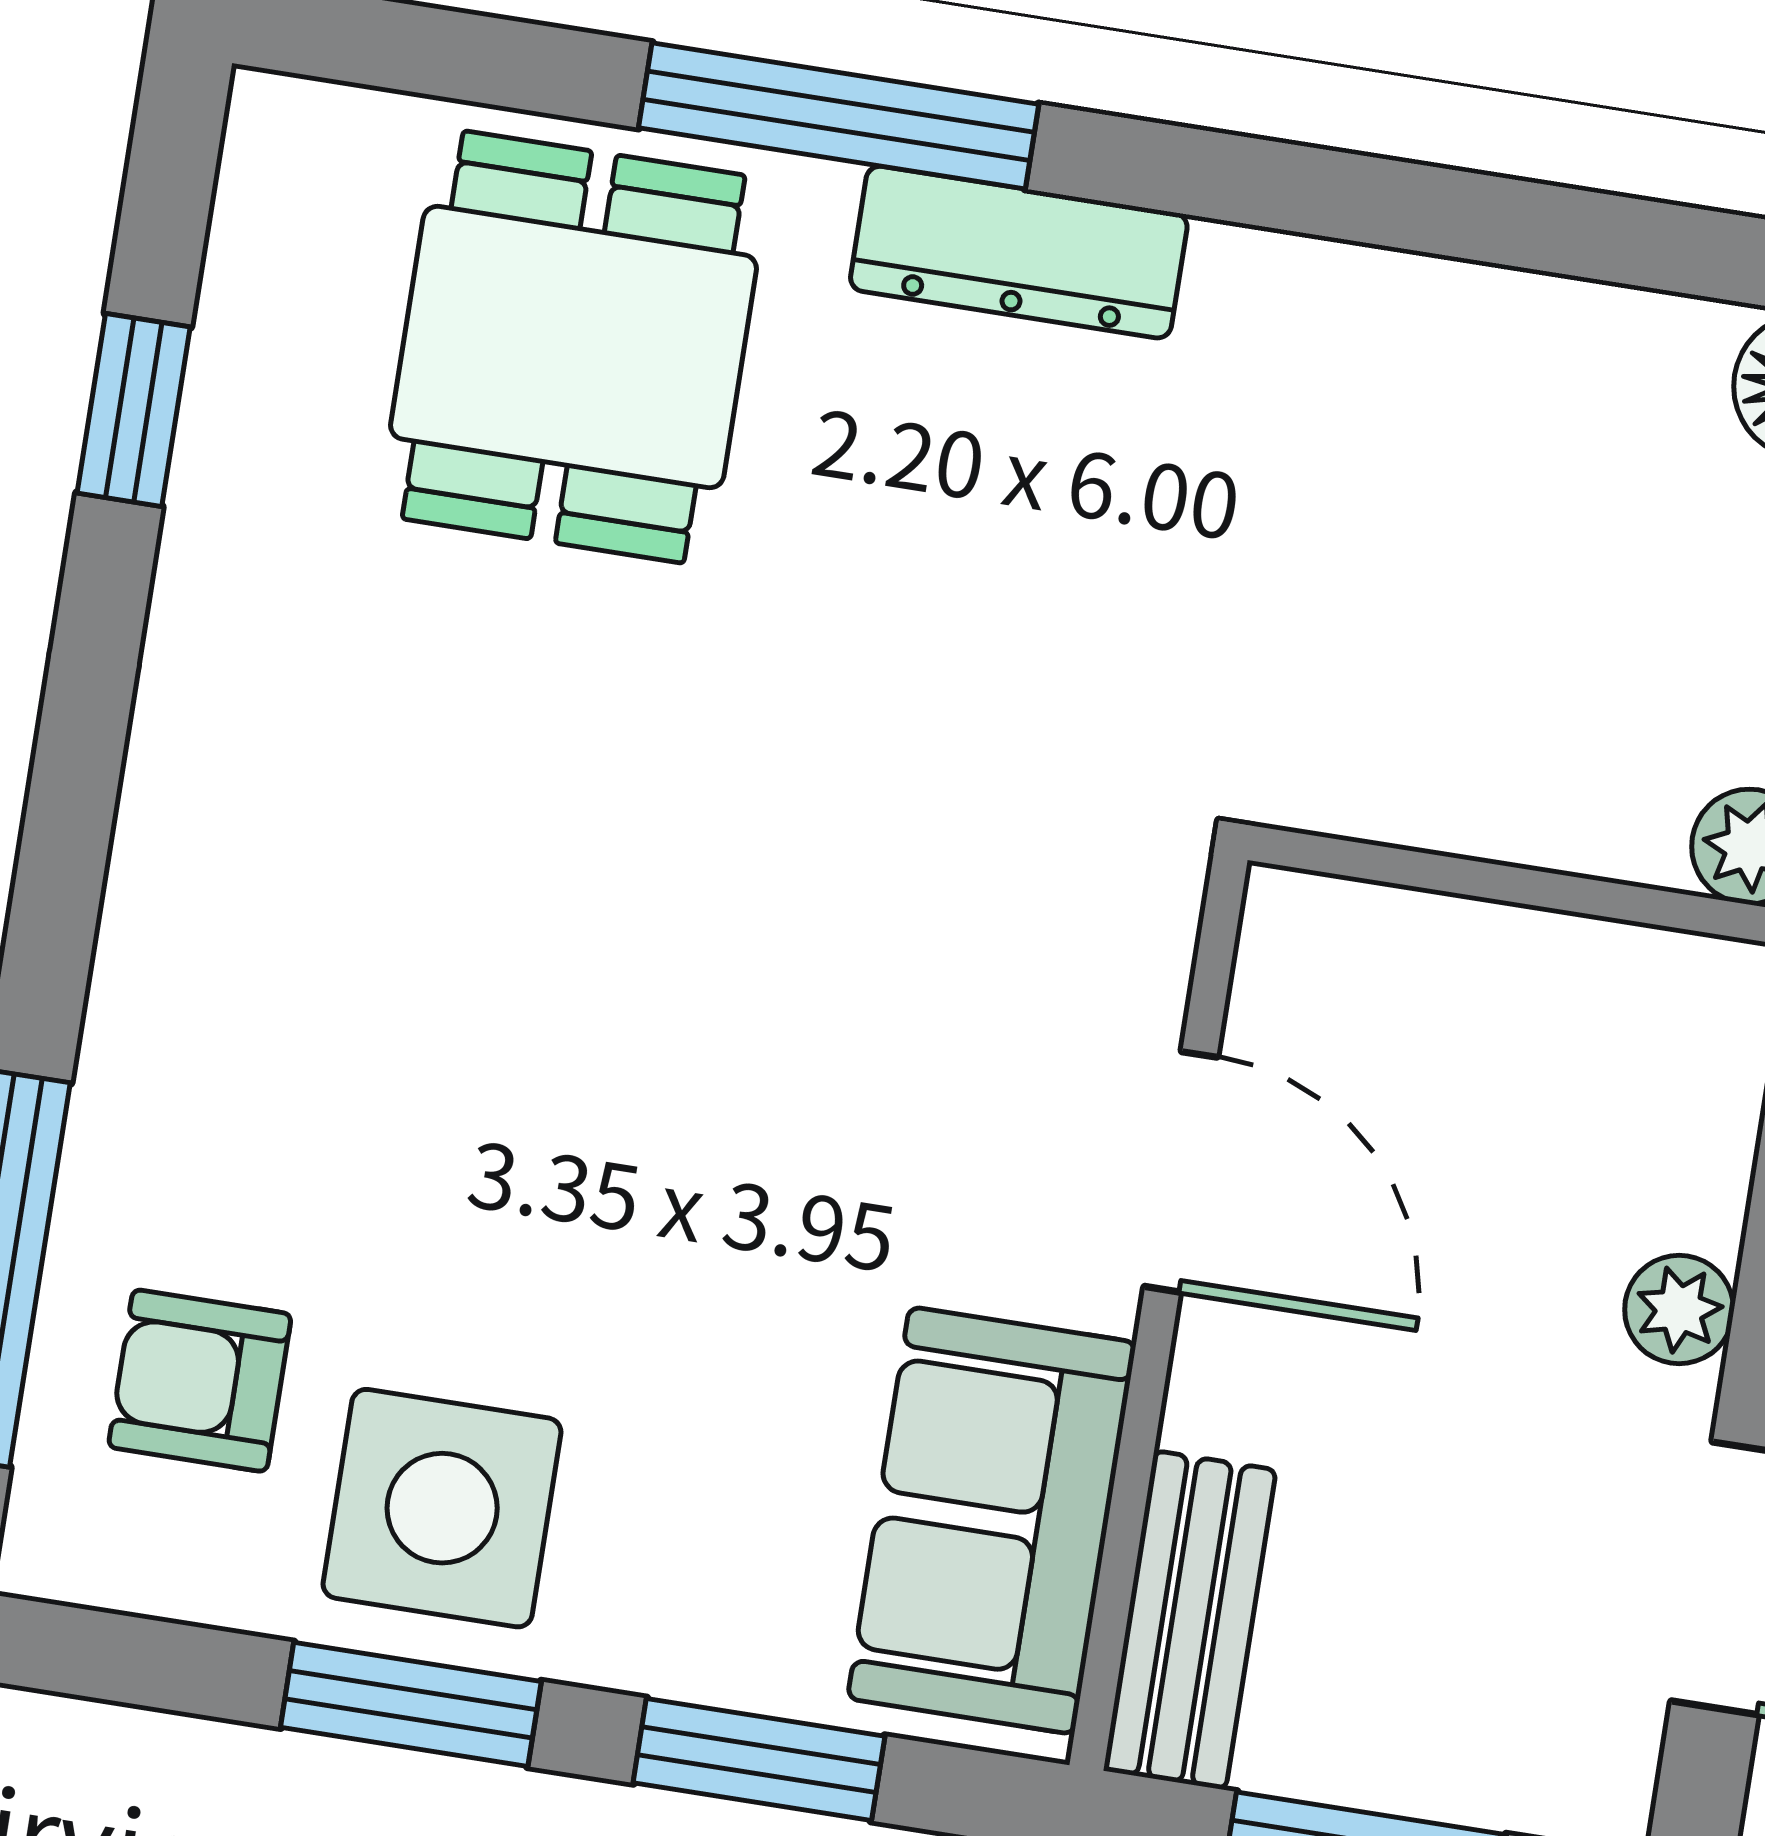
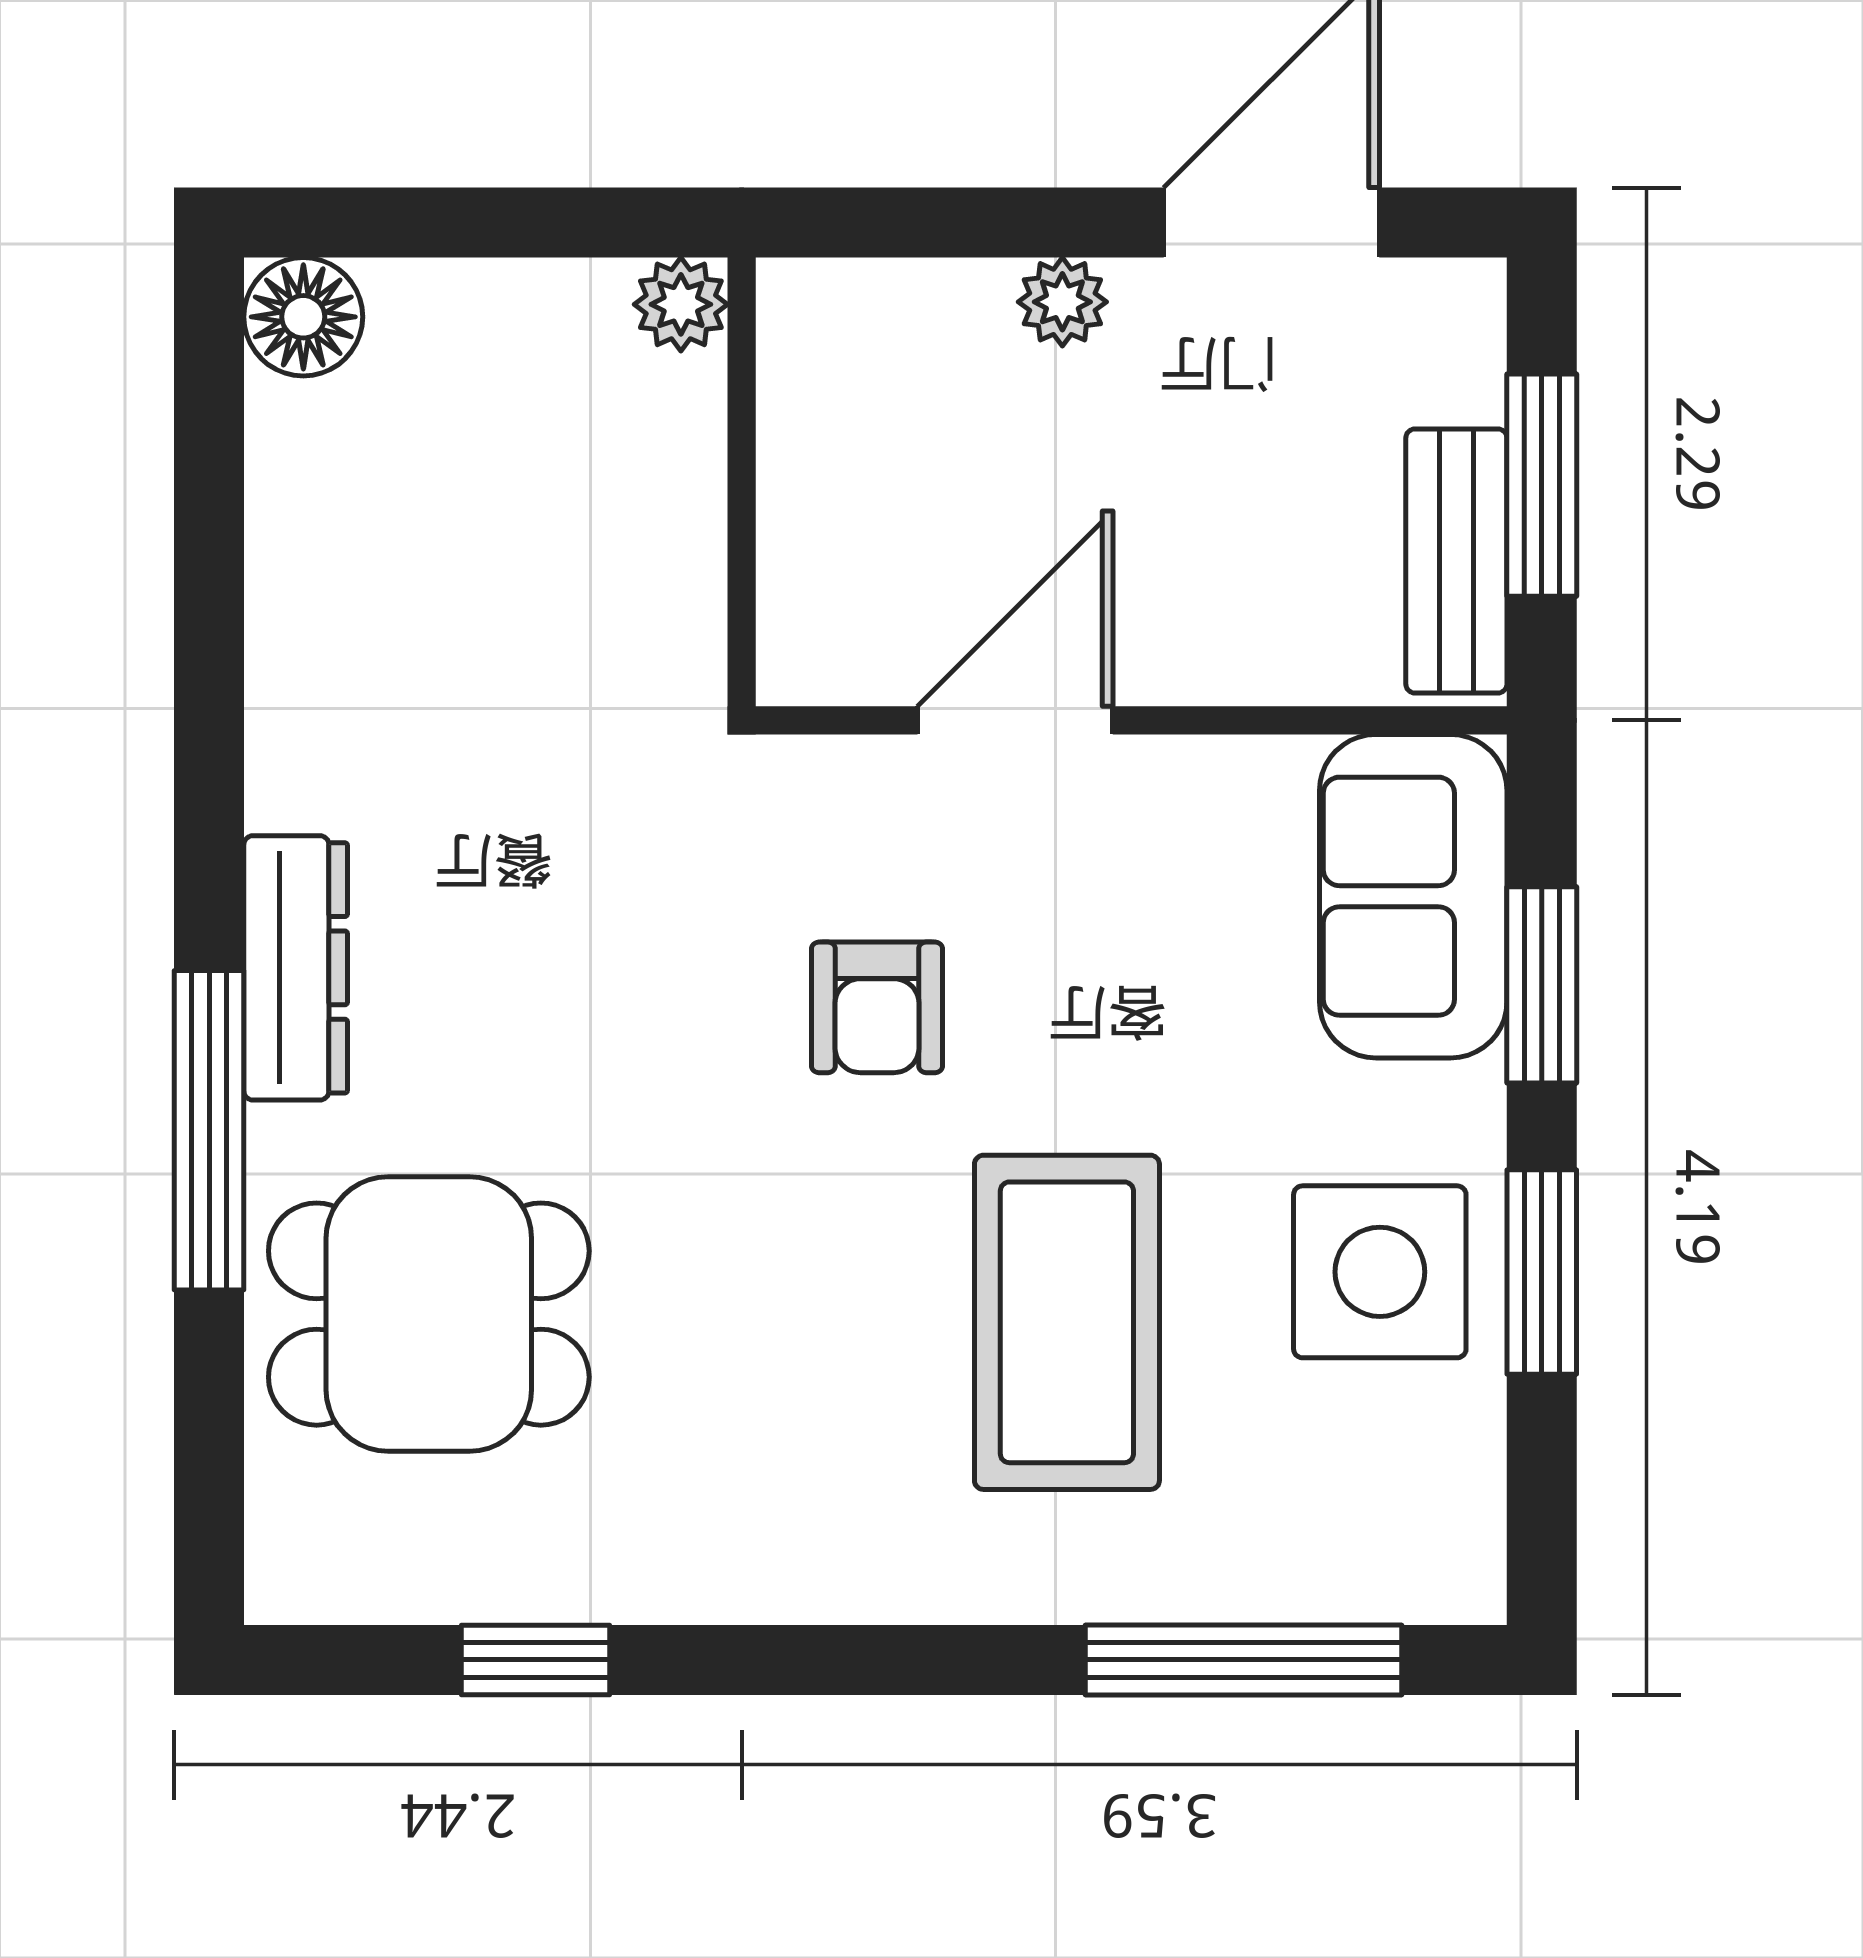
coffee table: (441, 1119) -> (1067, 1322), added
armchair: (200, 1381) -> (877, 1007), moved
sofa: (992, 1521) -> (1413, 896), moved, turned 90
bench: (1190, 1620) -> (1456, 561), moved, turned 90

